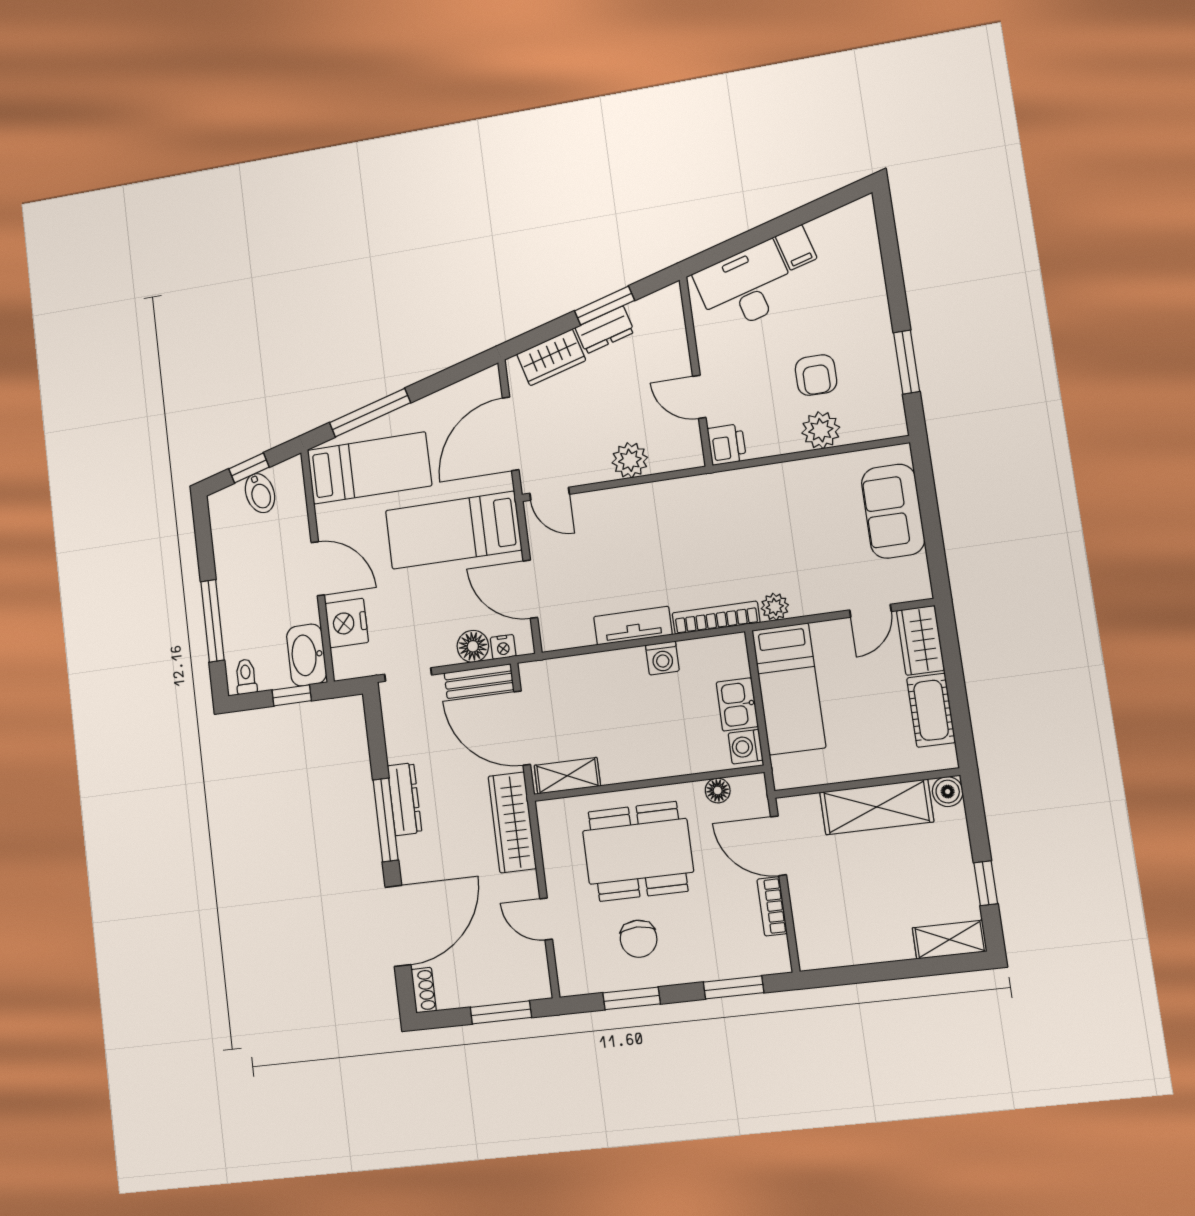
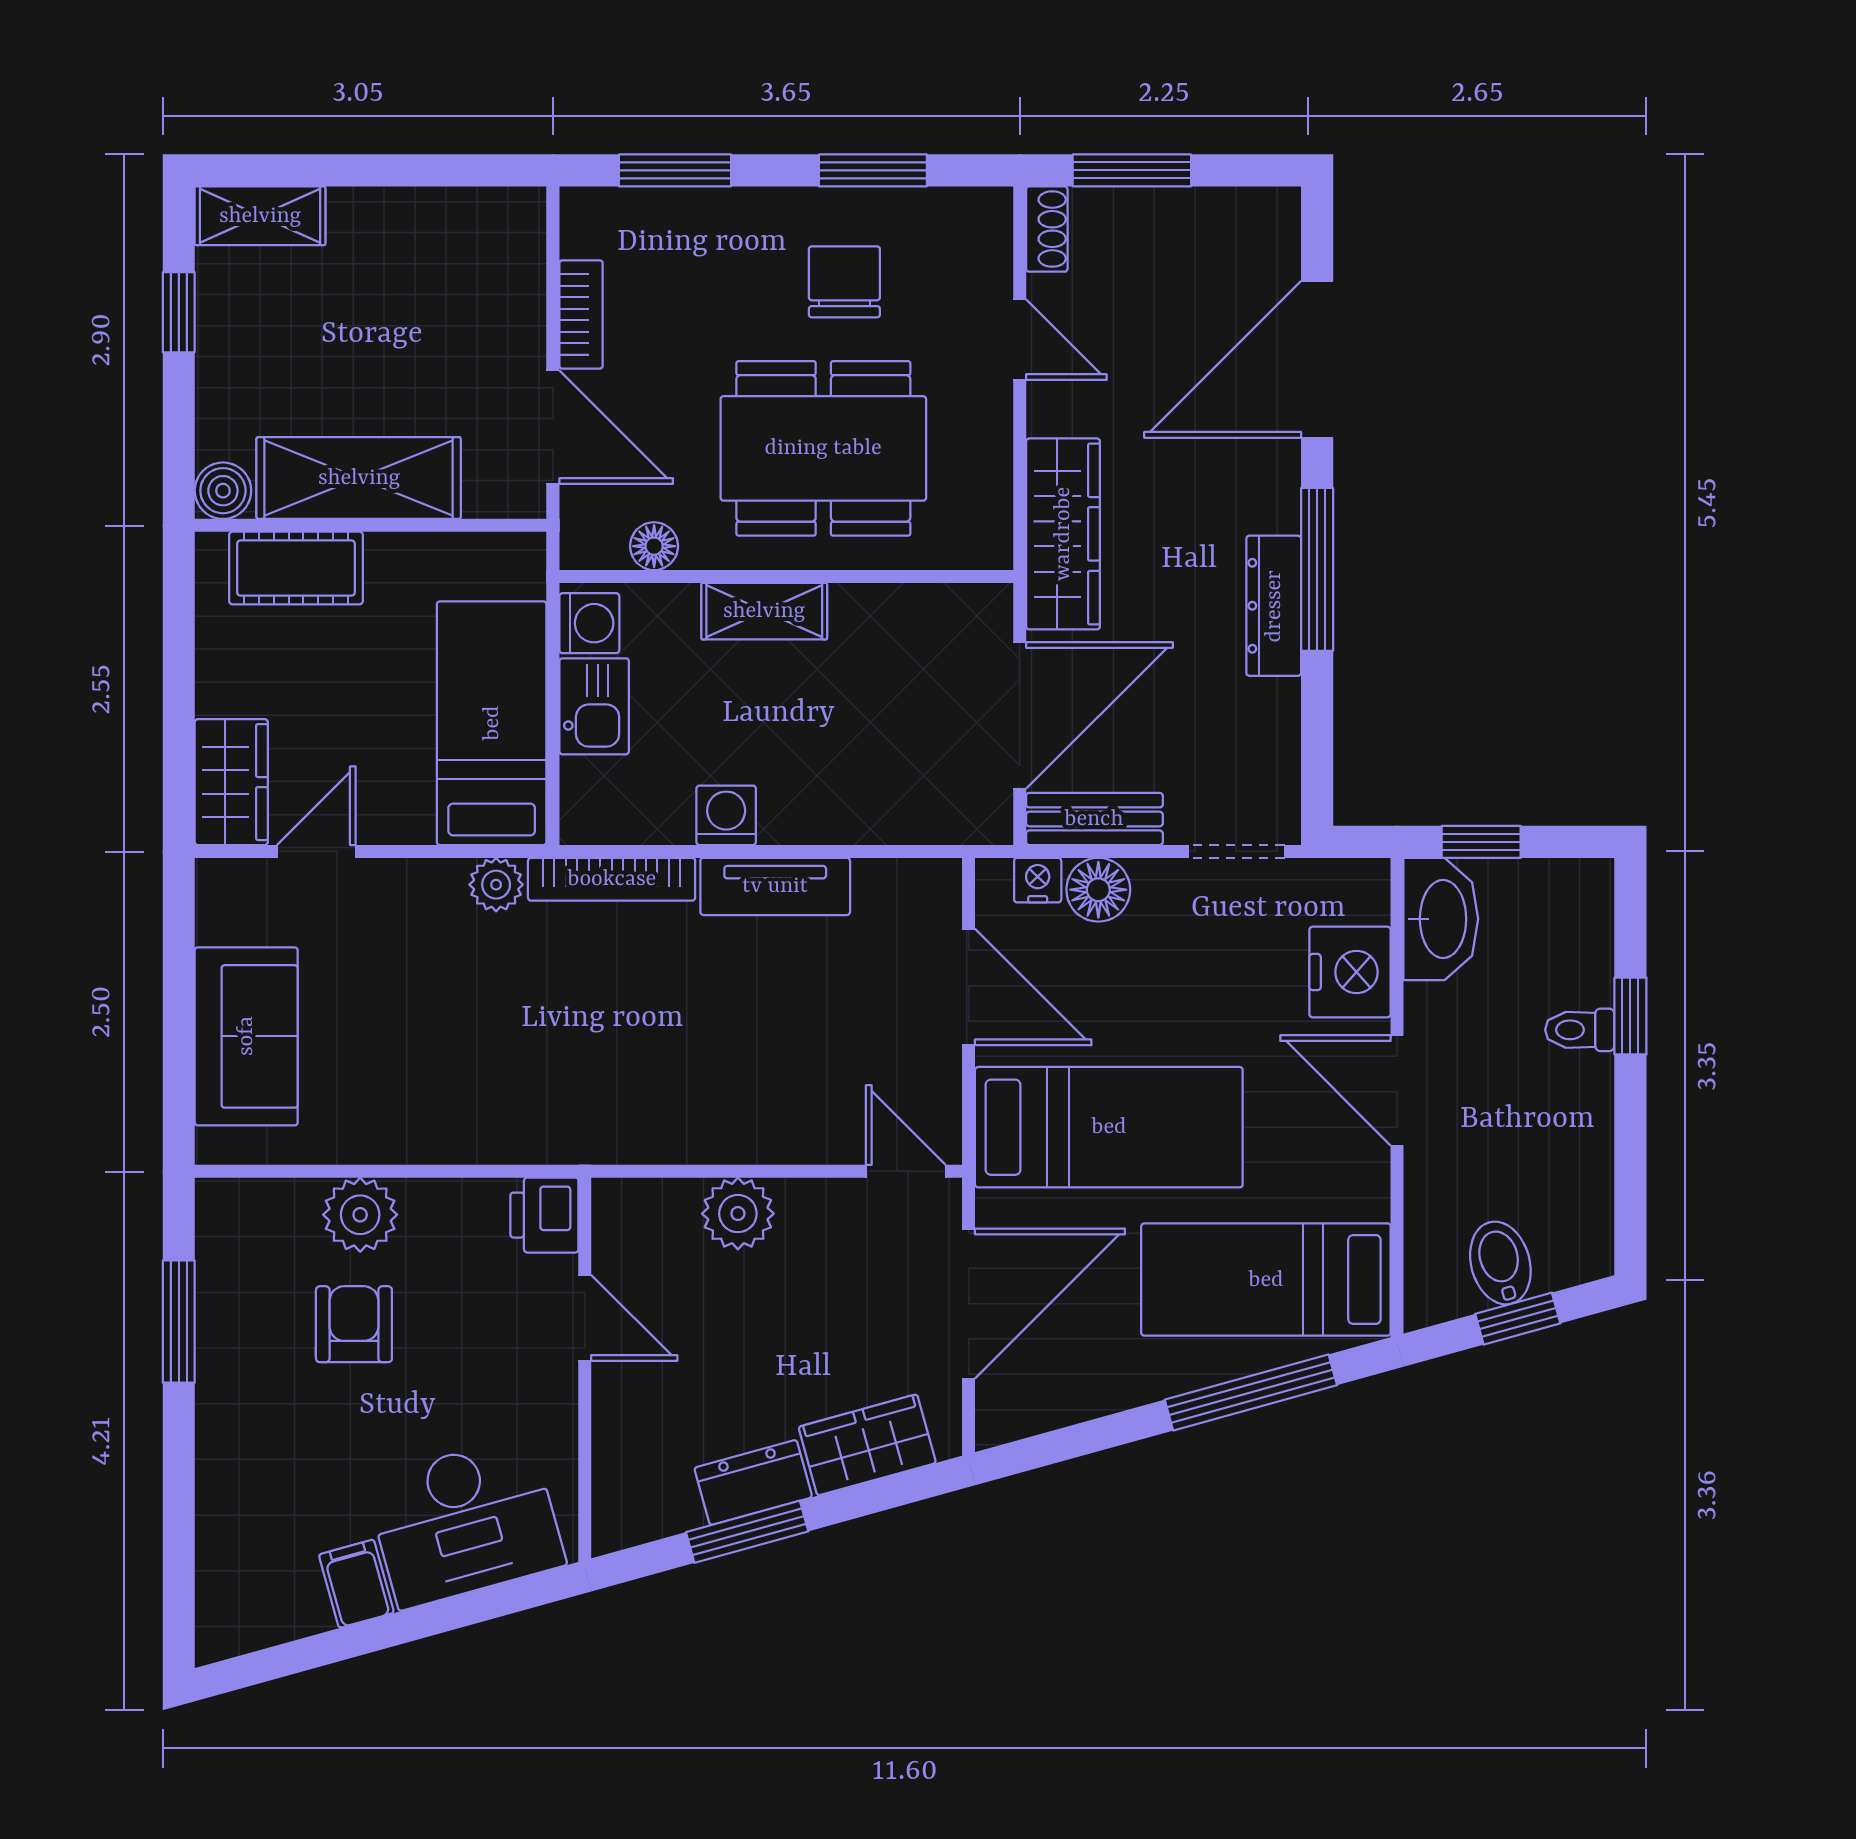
window: (212, 621) -> (1630, 1016), width x0.46
toilet: (246, 677) -> (1580, 1030), moved, turned 90
cot: (931, 710) -> (296, 568), moved, turned 90
door: (522, 728) -> (1020, 715), hinge flipped
shelving: (567, 776) -> (764, 611), moved
shoe rack: (424, 990) -> (1047, 229), moved, turned 180

